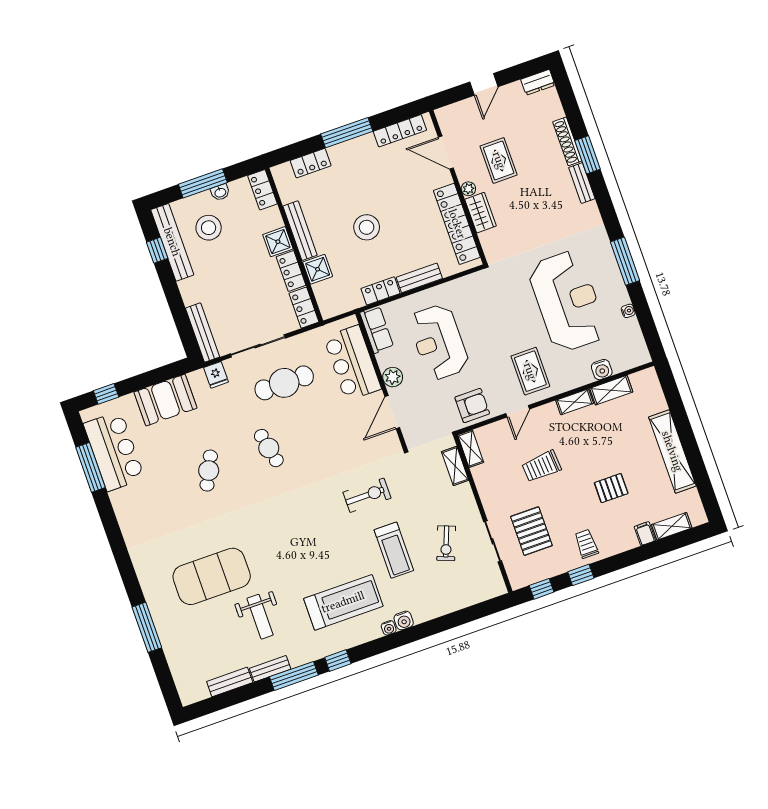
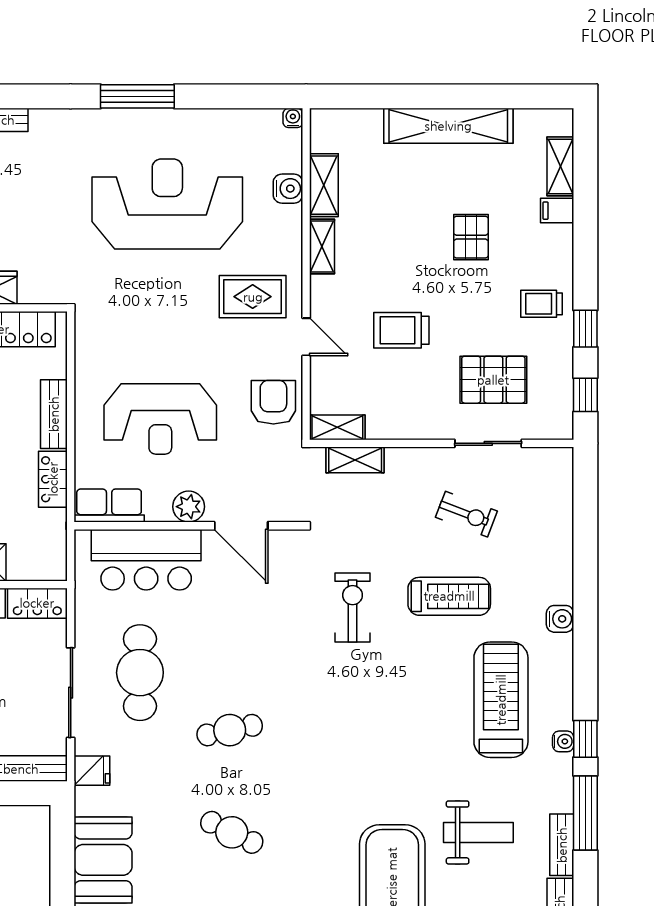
water cooler: (628, 311) -> (293, 118), moved
trolley: (541, 466) -> (401, 330), turned 94
water cooler: (389, 628) -> (563, 741), moved

